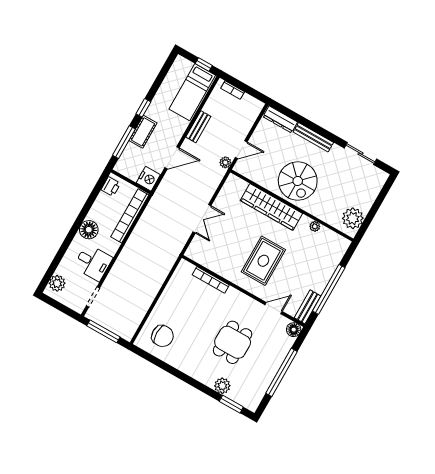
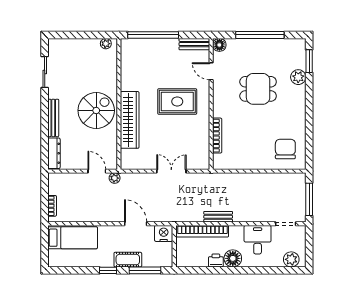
window: (204, 64) -> (45, 241), removed
bench: (198, 127) -> (218, 217), moved
printer: (111, 187) -> (216, 260), moved
plant: (353, 218) -> (106, 44), width x0.53, depth x0.53
plant: (315, 226) -> (125, 75), removed
window: (329, 289) -> (153, 35), moved

